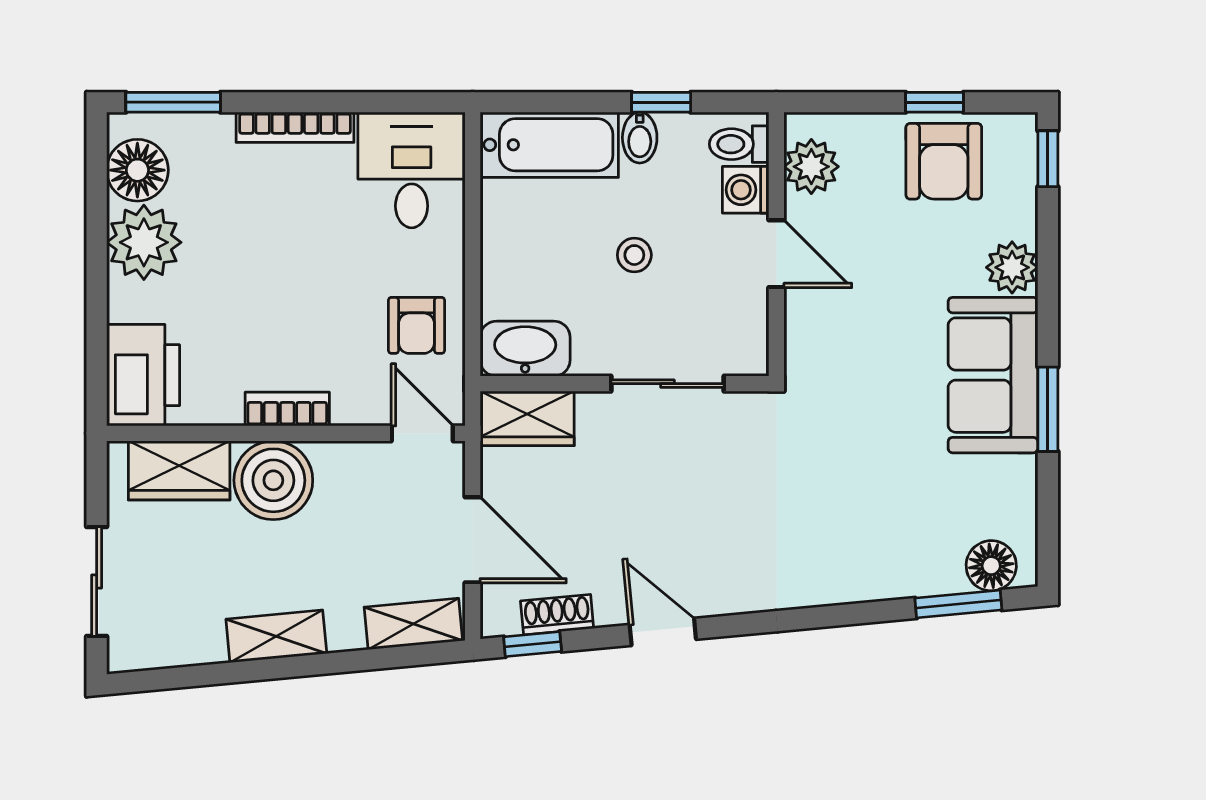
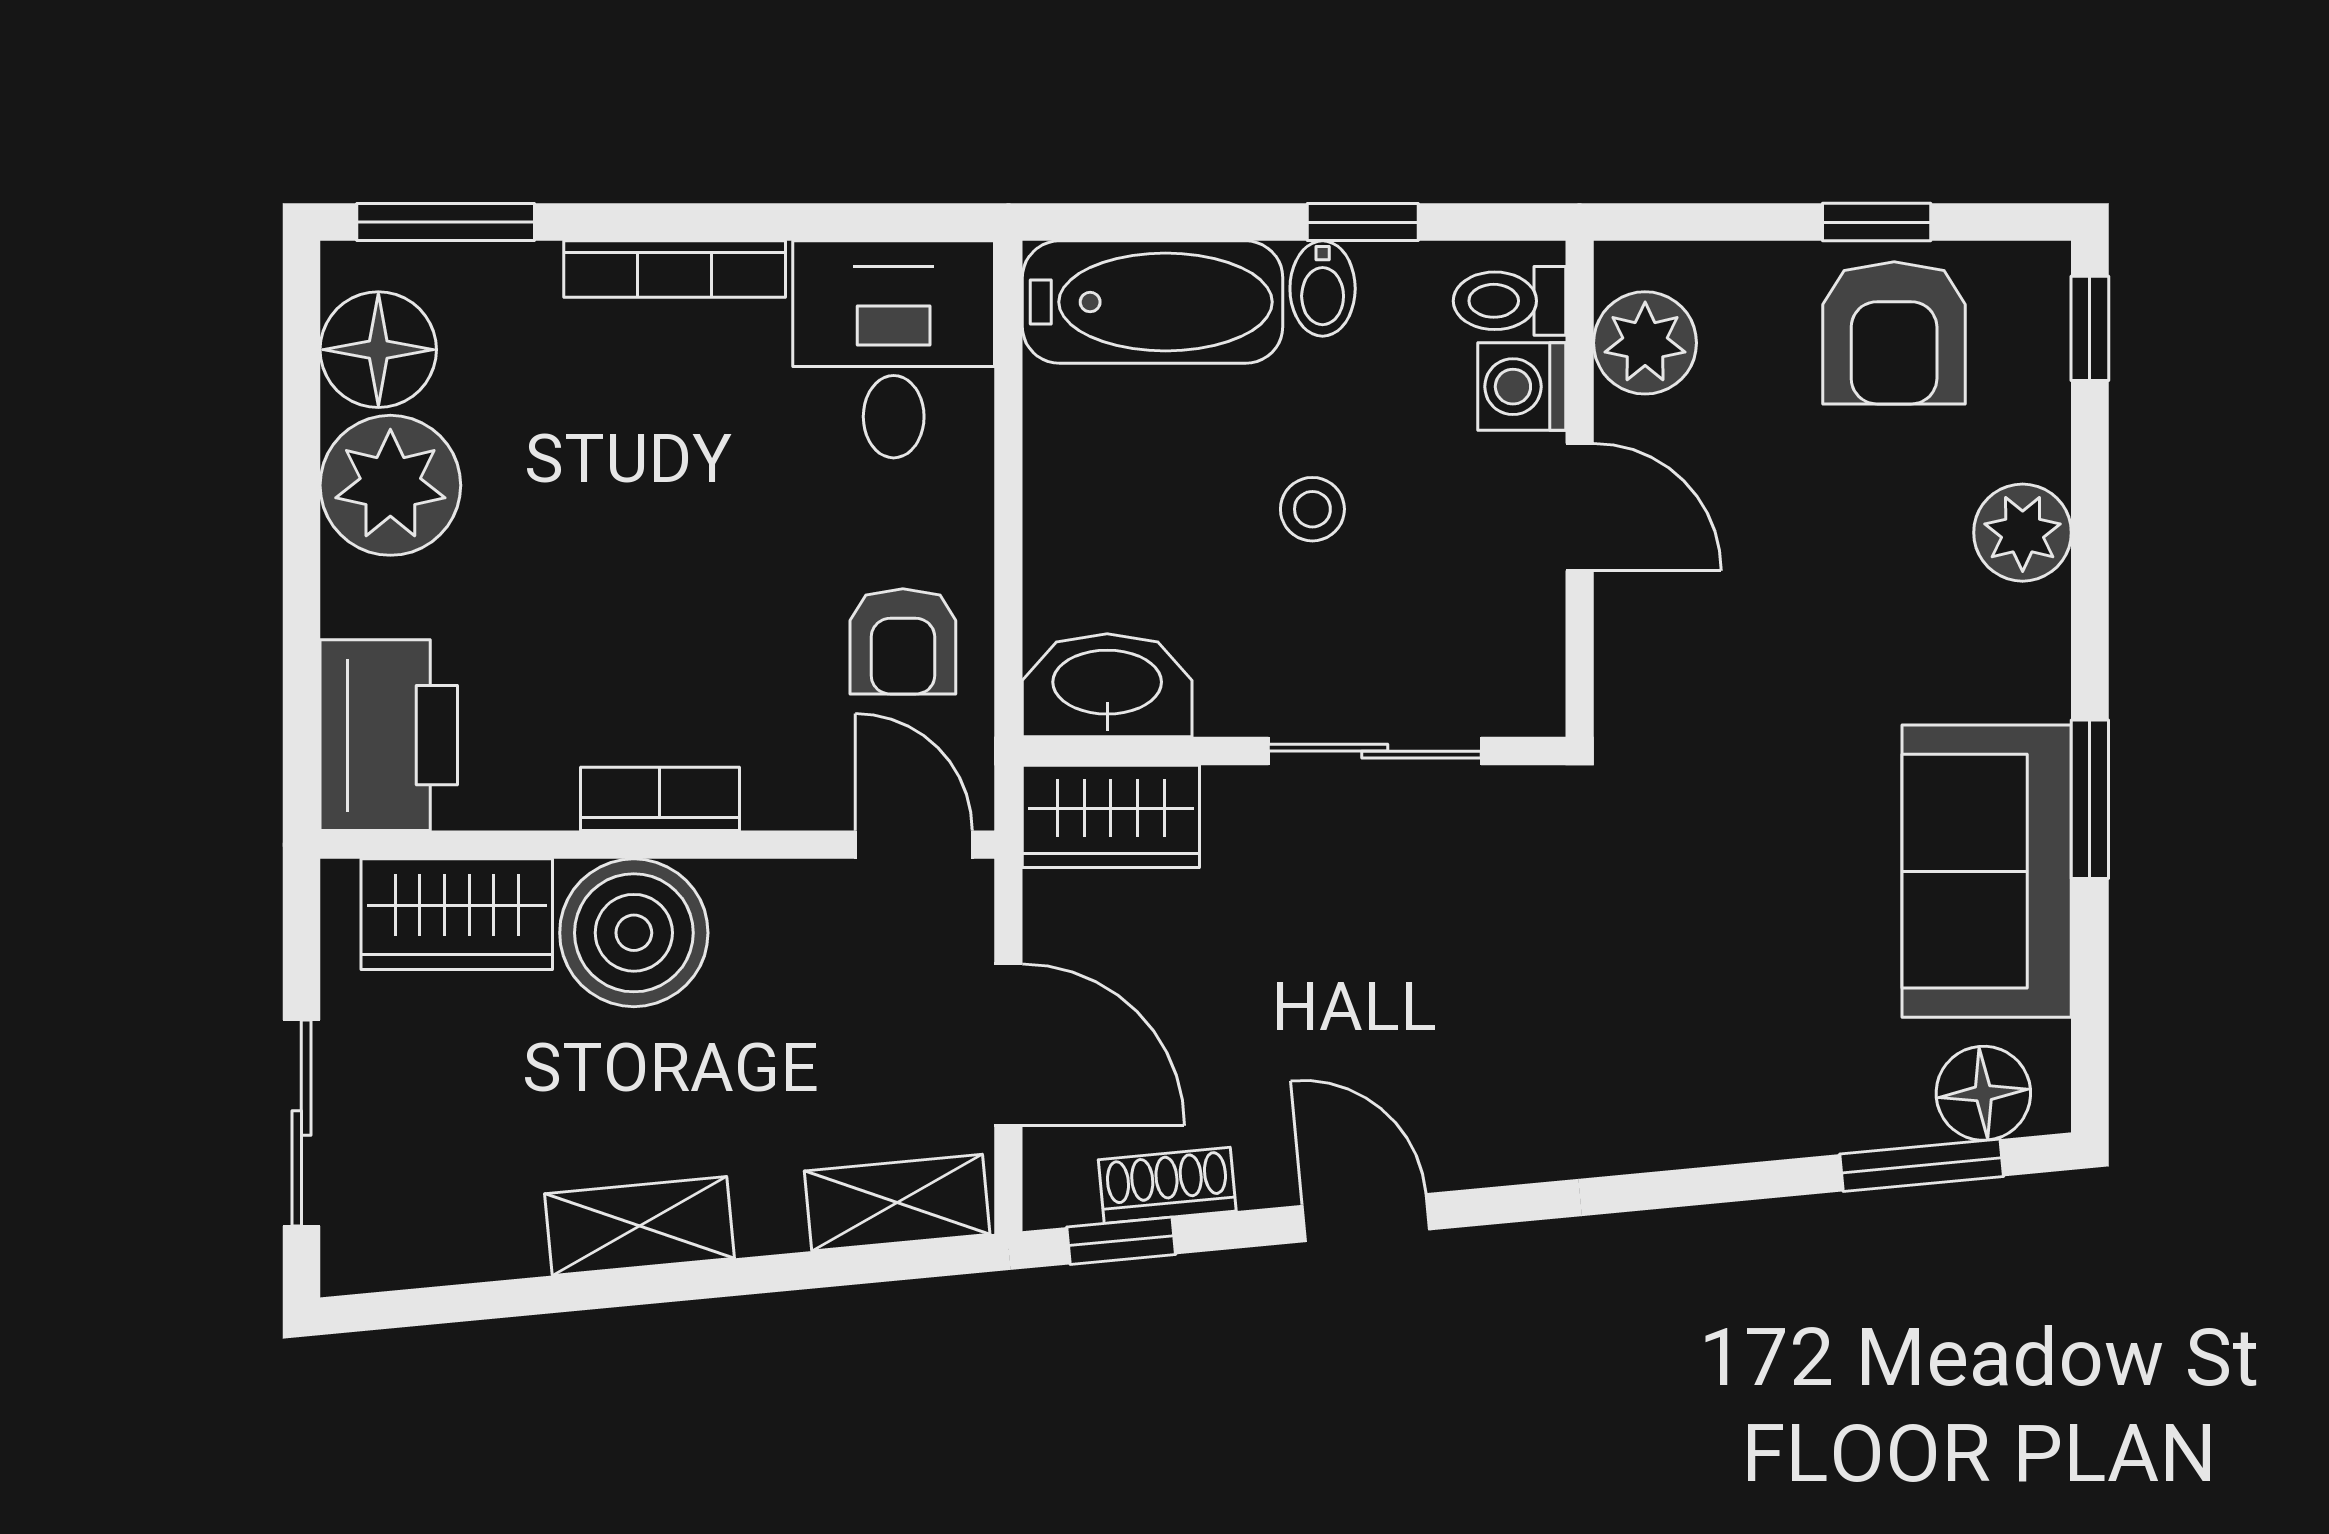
sofa: (993, 375) -> (1987, 871), moved

